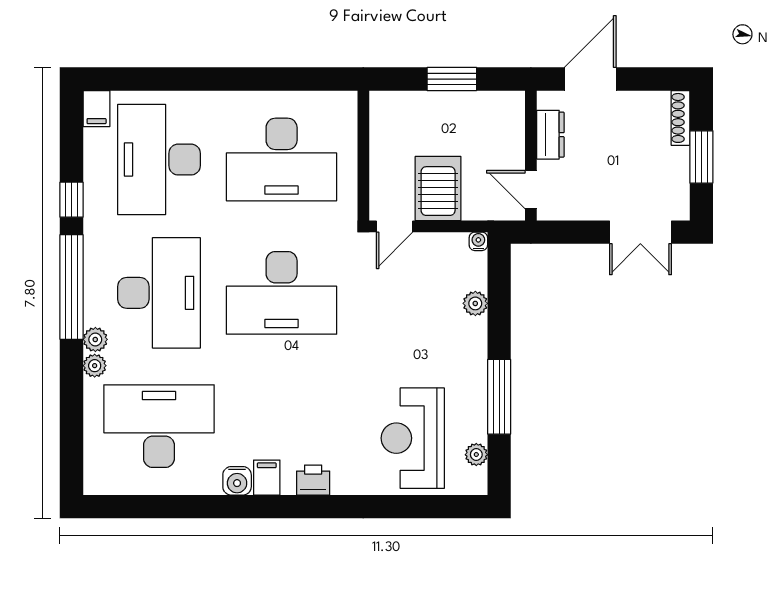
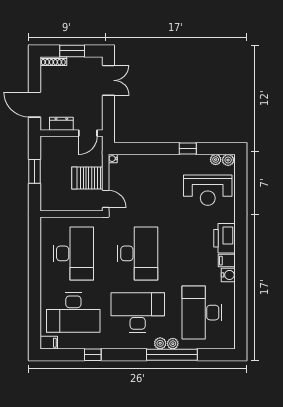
window: (71, 287) -> (172, 355), moved
plant: (475, 303) -> (228, 160), moved
window: (499, 397) -> (188, 149), width x0.46
printer: (313, 480) -> (224, 238), width x1.87, depth x1.48

